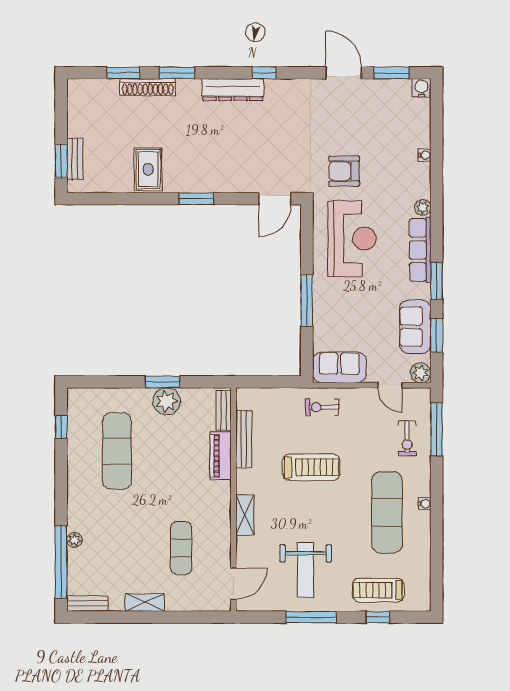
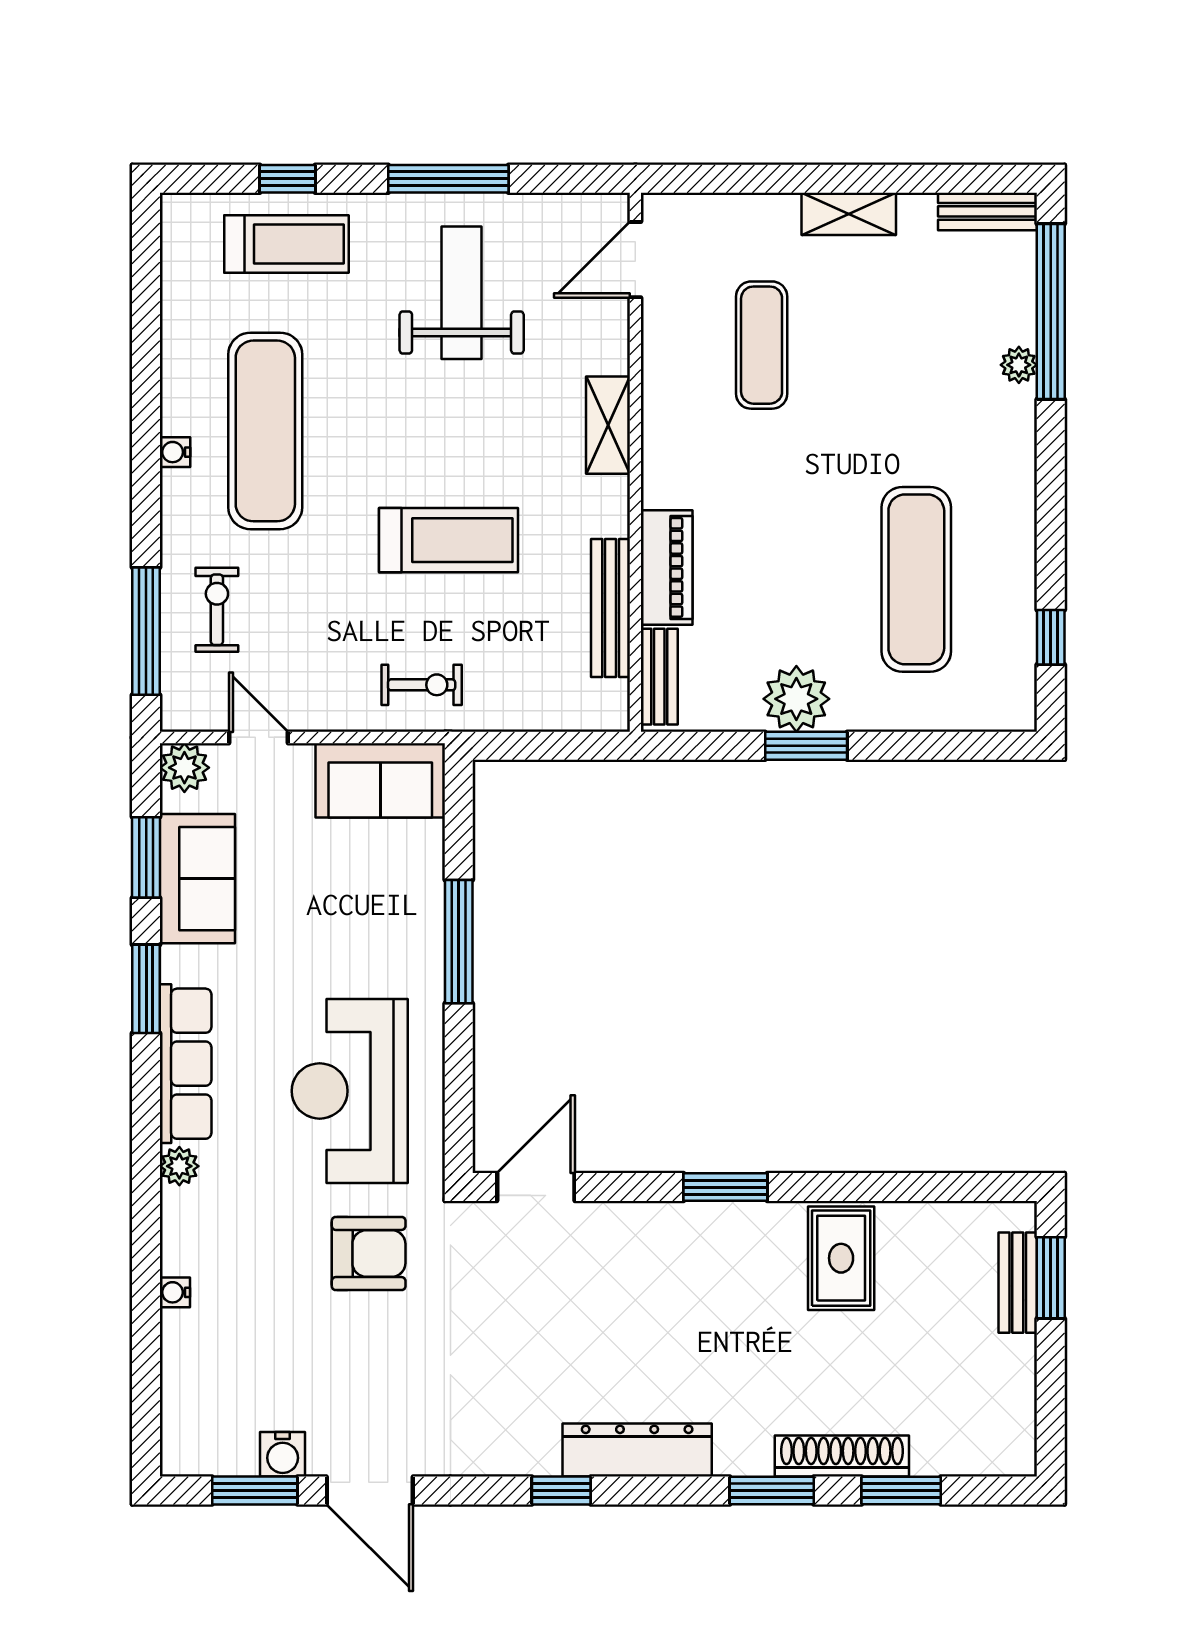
water cooler: (421, 88) -> (283, 1454), moved
treadmill: (311, 467) -> (448, 540), turned 180

